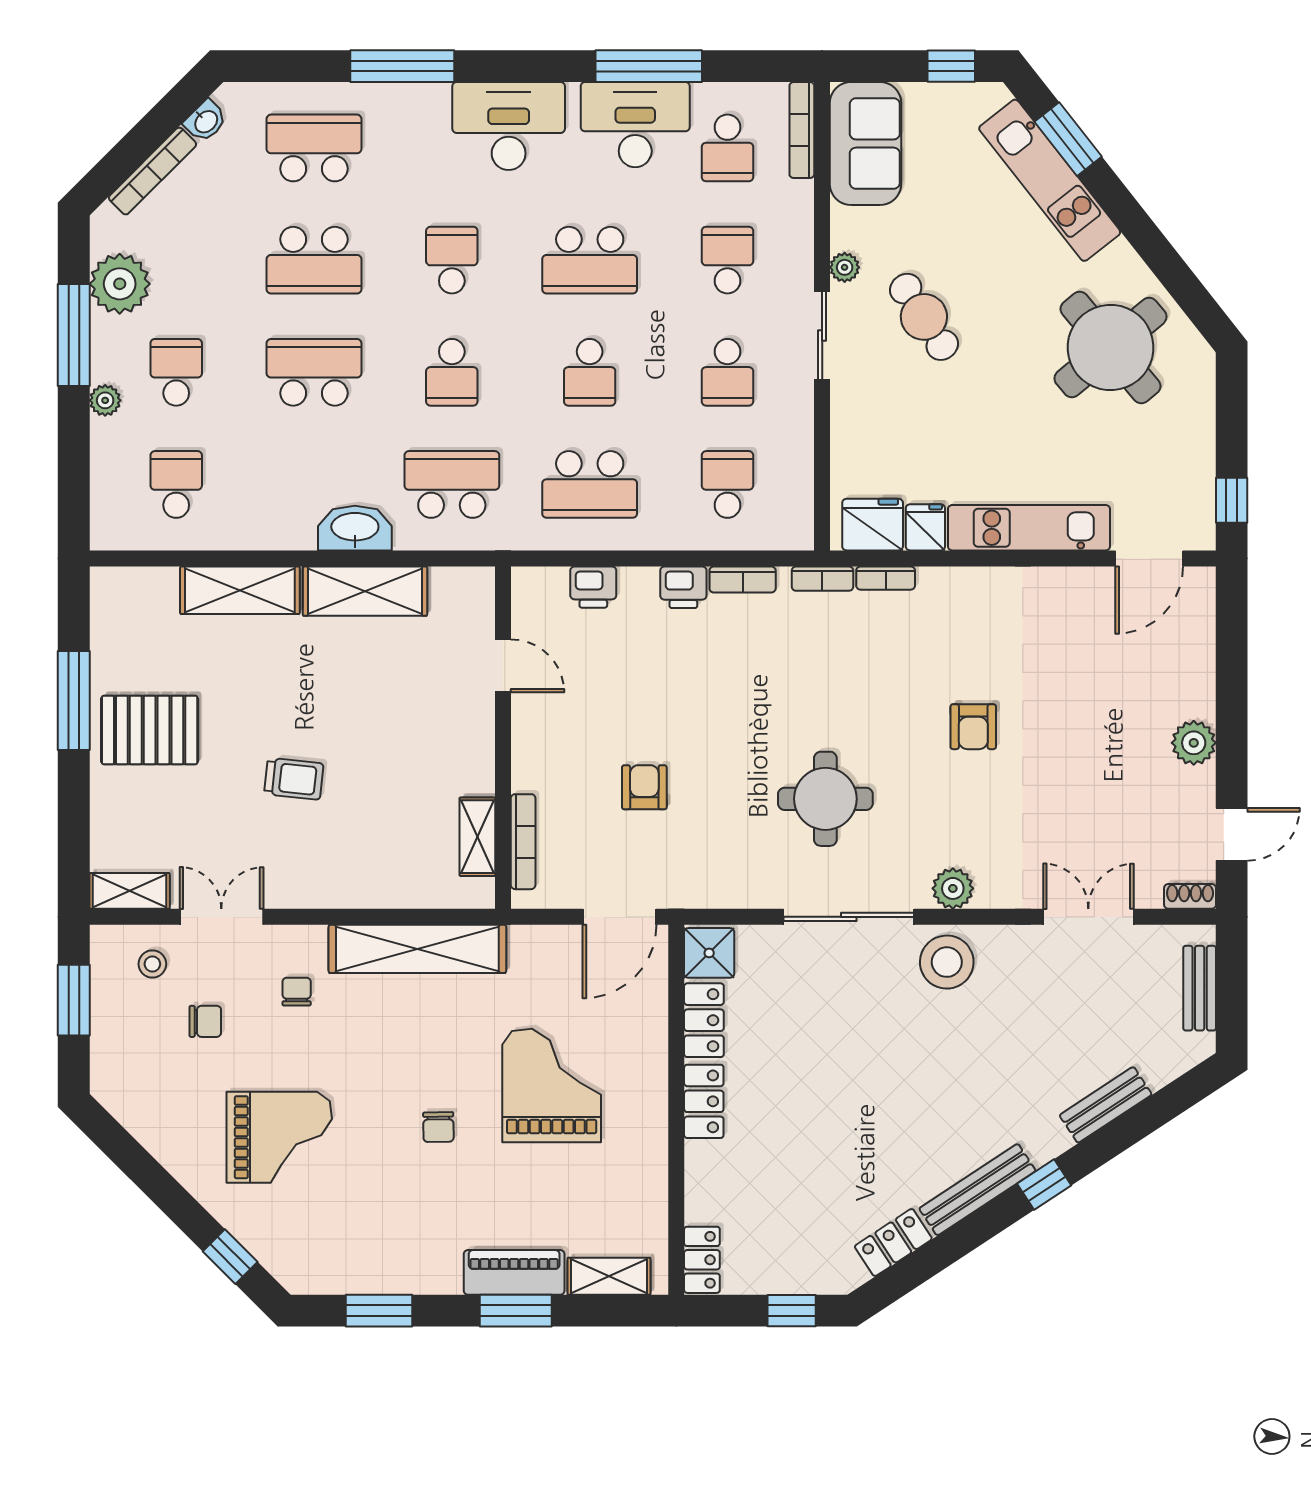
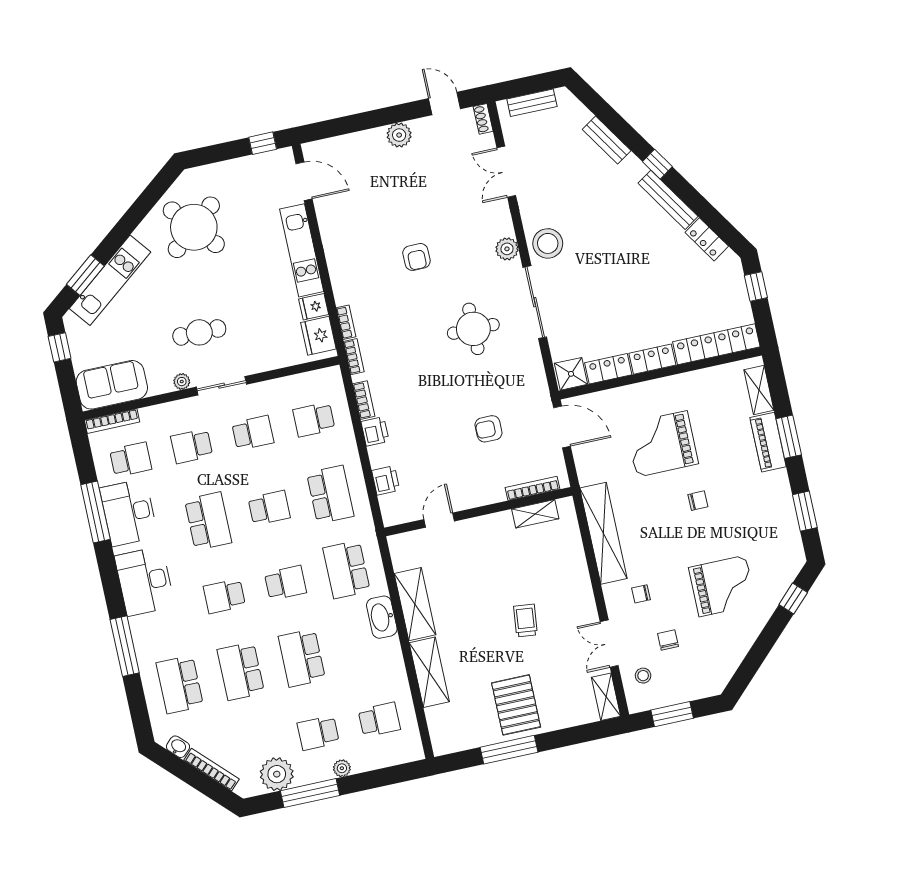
school desk: (314, 260) -> (241, 671), turned 180
cafe table: (924, 317) -> (199, 332), turned 33
school desk: (176, 484) -> (379, 720), turned 180
armchair: (973, 727) -> (416, 257), turned 90
grand piano: (279, 1137) -> (722, 586), turned 90
locker: (702, 1260) -> (716, 344), width x2.16, depth x1.21

